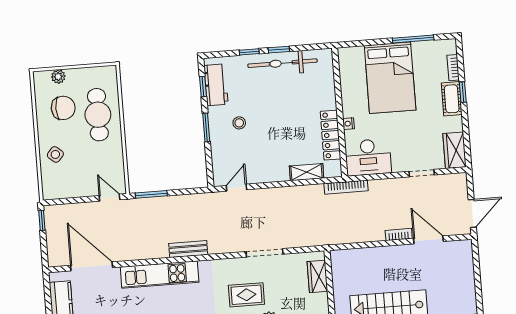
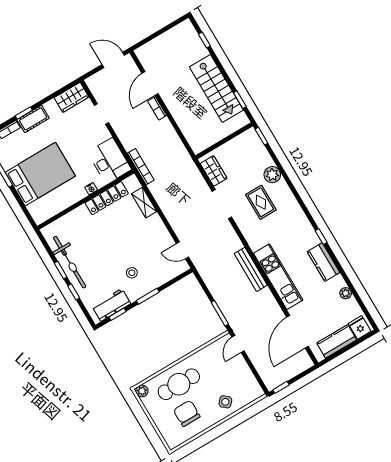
plant: (58, 77) -> (142, 391), moved
bench: (188, 249) -> (251, 269), width x1.36
wardrobe: (317, 276) -> (214, 171), moved, turned -90

